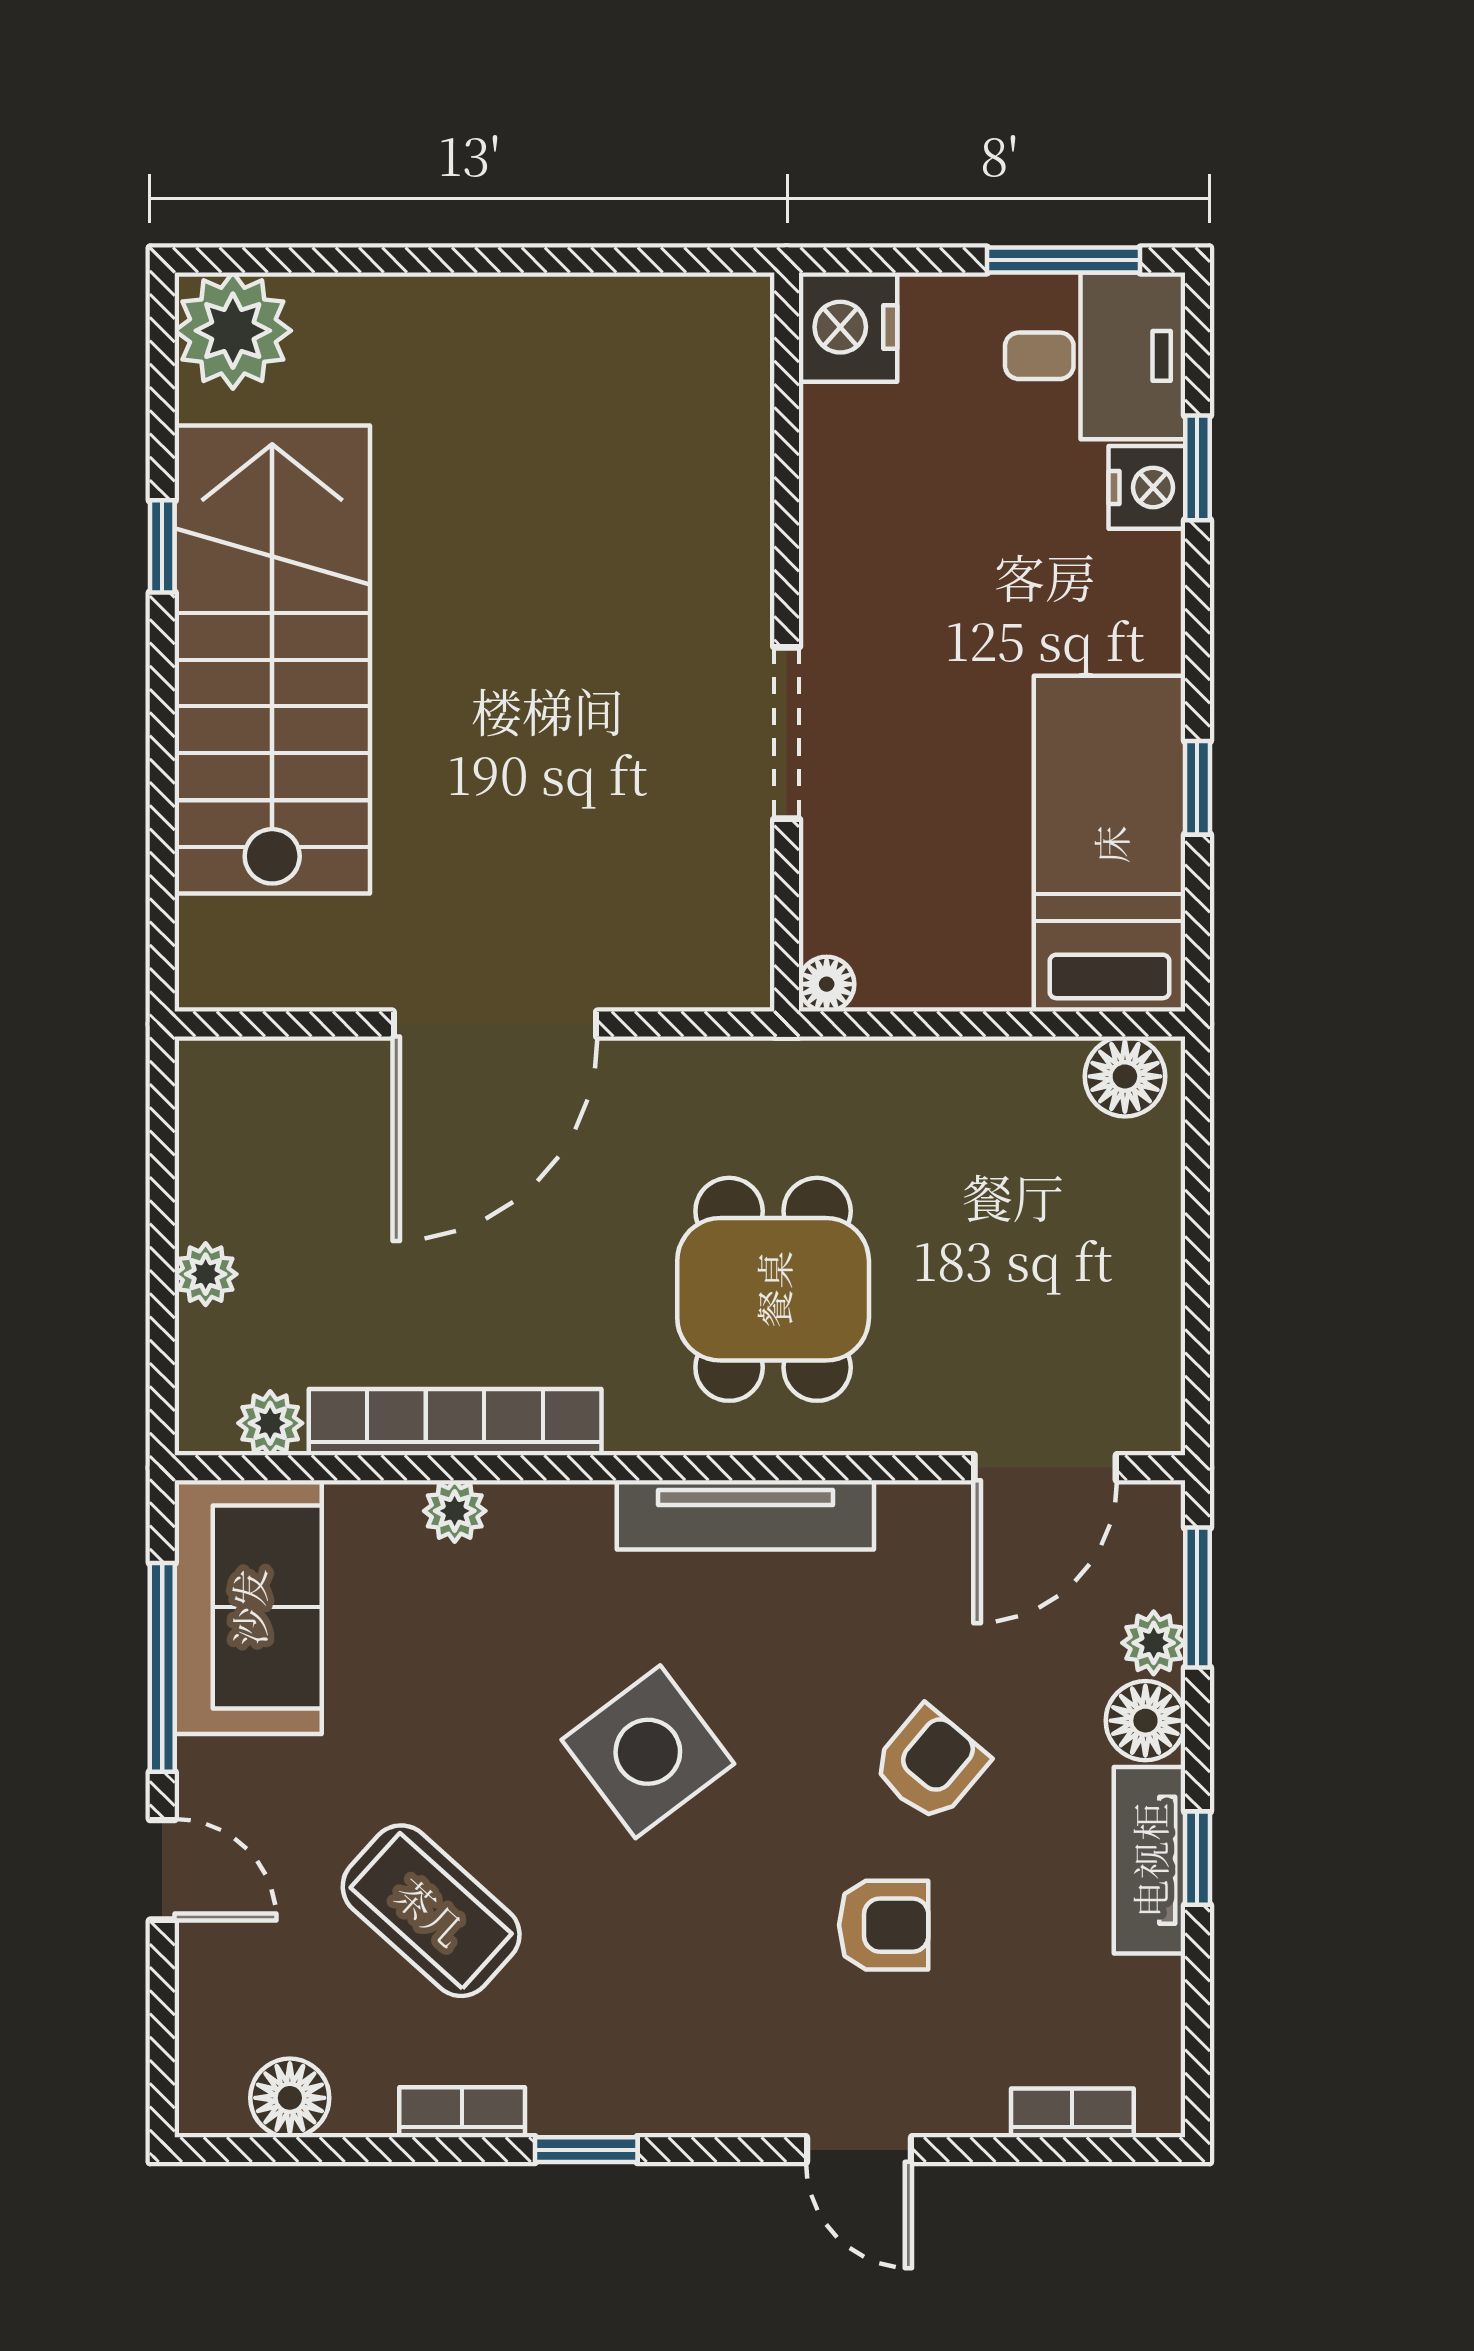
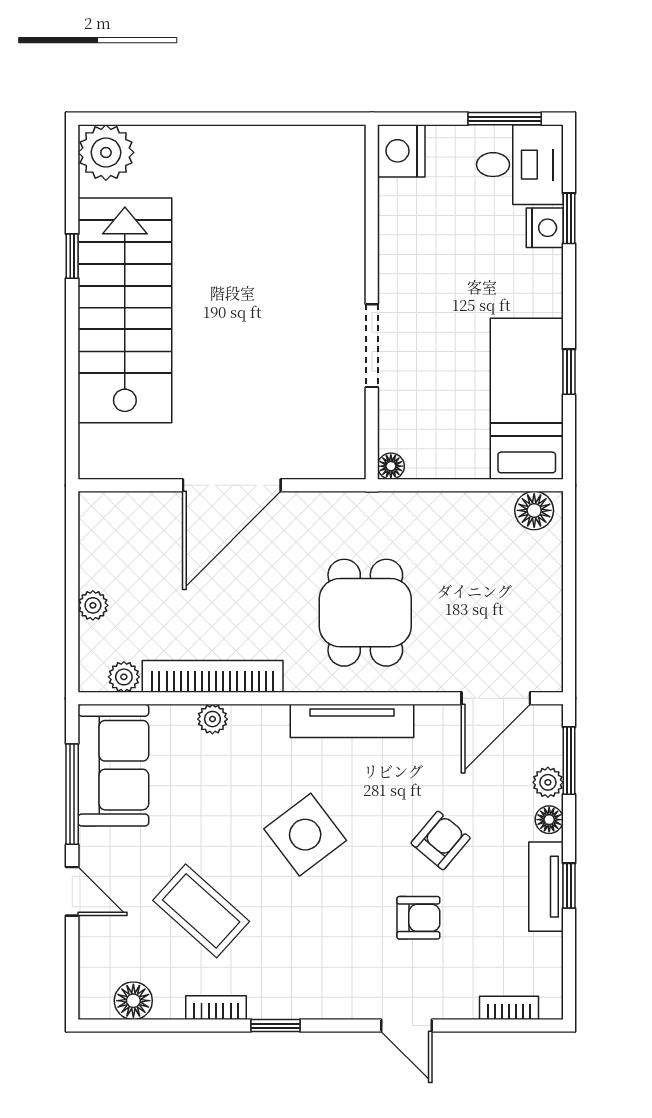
floor lamp: (1145, 1721) -> (549, 820), width x0.73, depth x0.73

